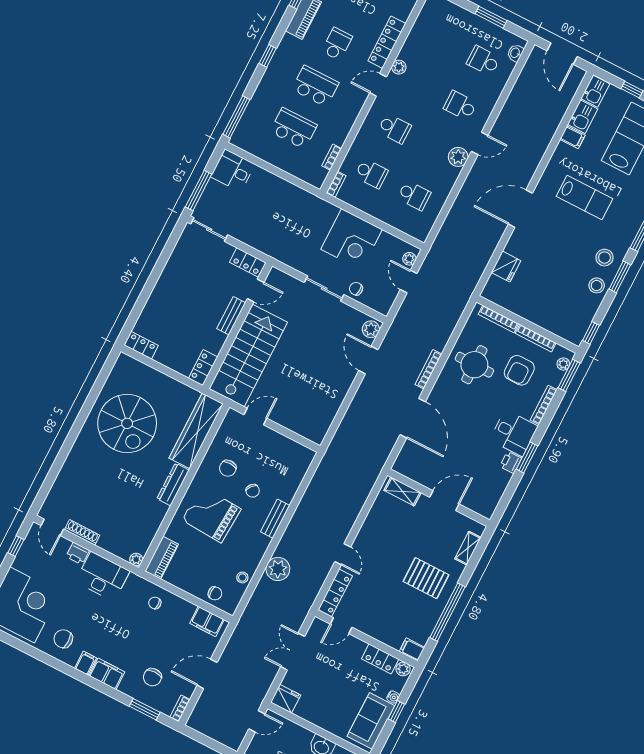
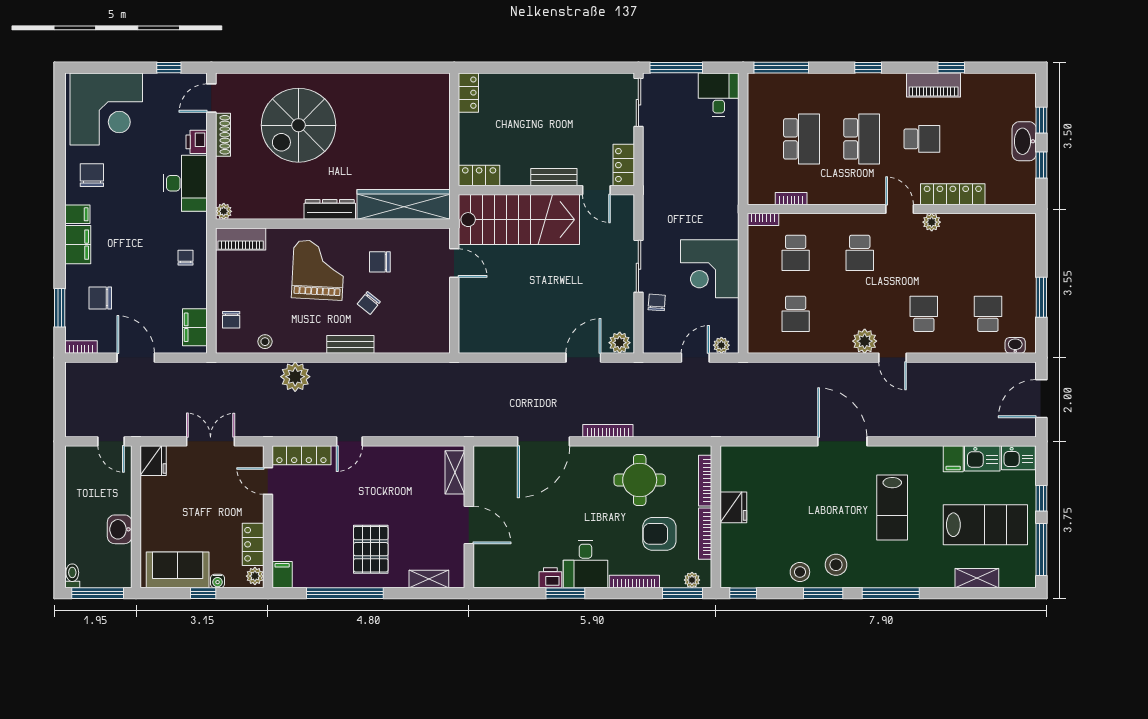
fridge: (506, 267) -> (733, 507), moved, turned -90
spiral stairs: (127, 423) -> (299, 125), moved

